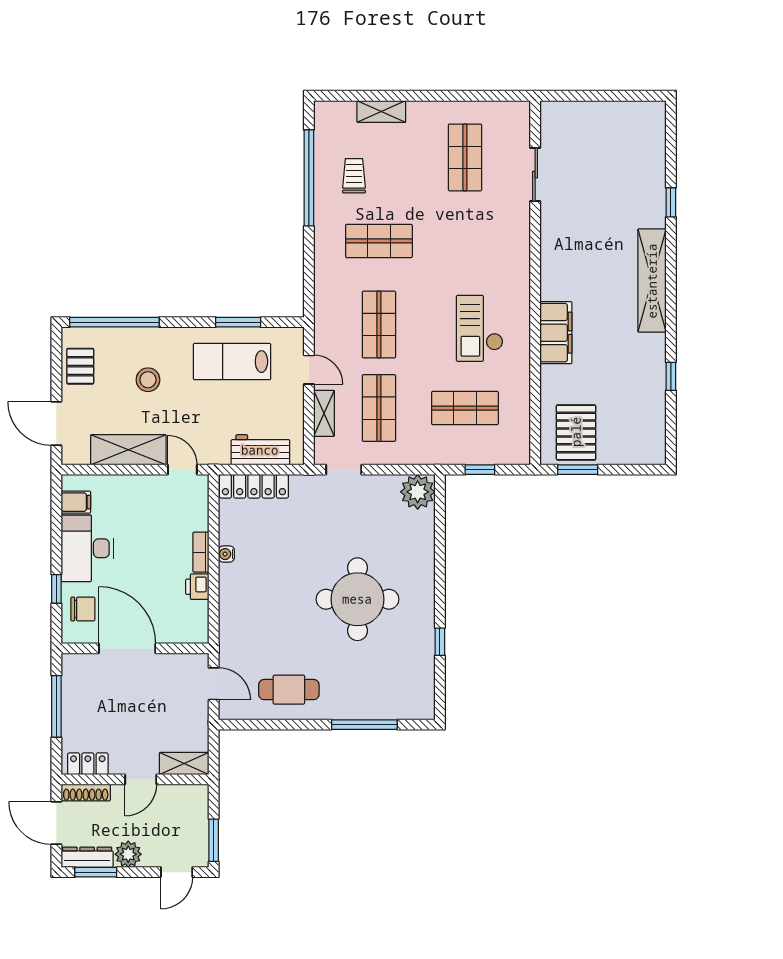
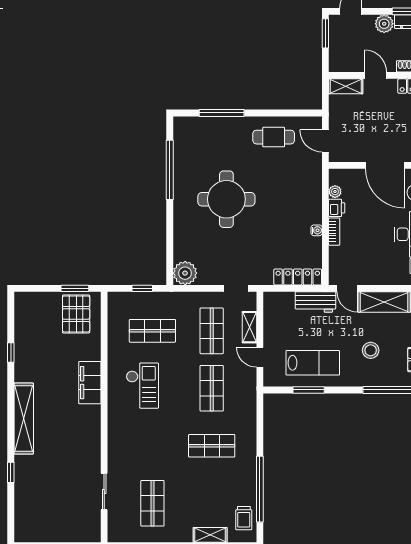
trolley: (354, 176) -> (244, 518), moved
workbench: (260, 450) -> (315, 302), moved
plant: (200, 610) -> (335, 192), added
window: (440, 642) -> (170, 170), width x3.17
door: (141, 779) -> (376, 75), hinge flipped

